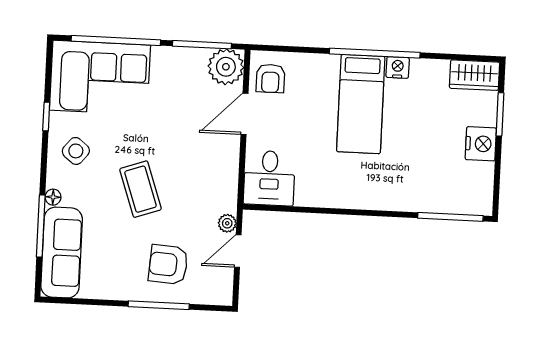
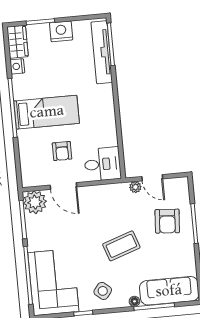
nightstand: (398, 67) -> (17, 66), moved
armchair: (270, 78) -> (62, 151), moved, turned 90
tv unit: (440, 201) -> (102, 52), added

